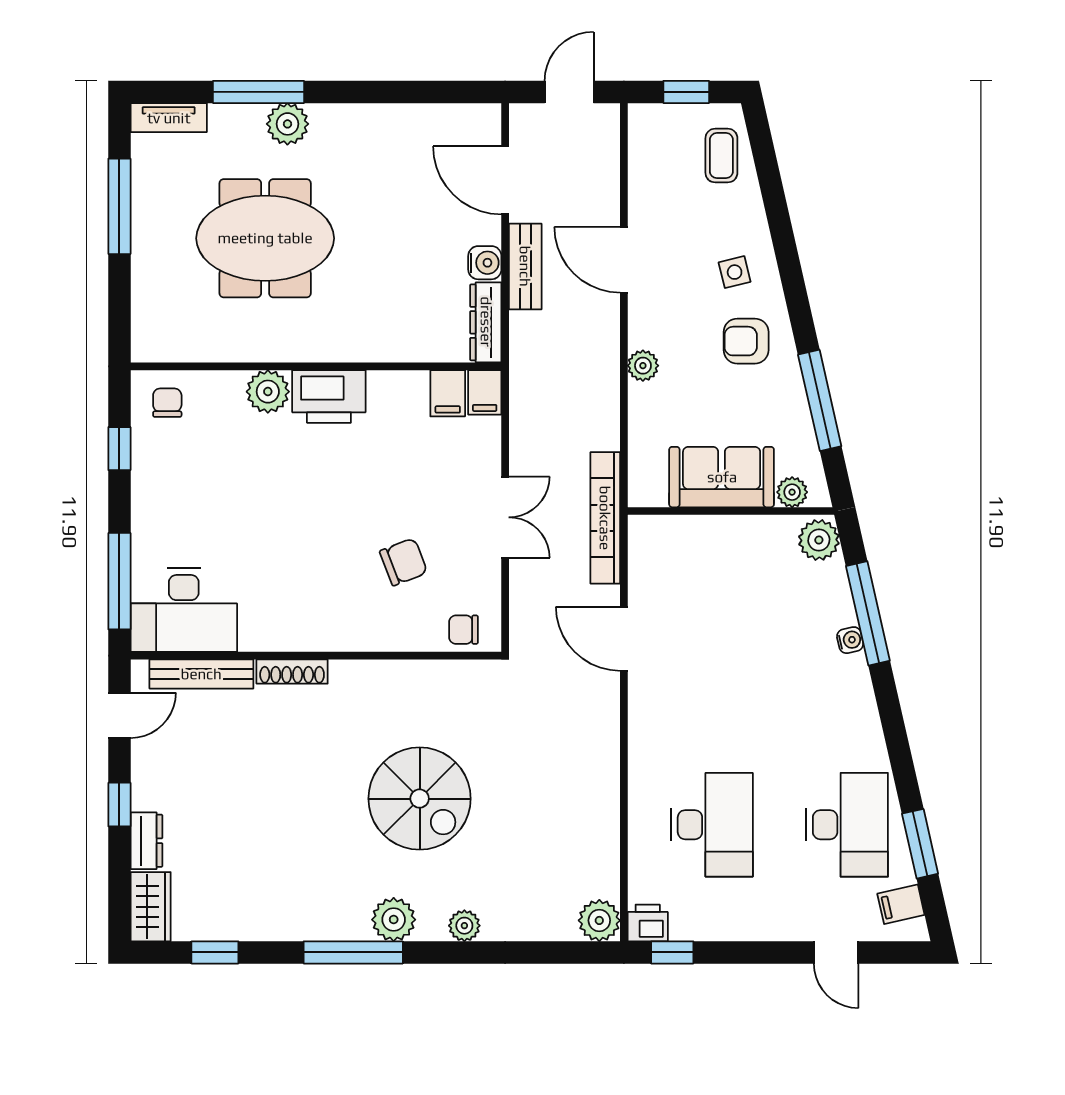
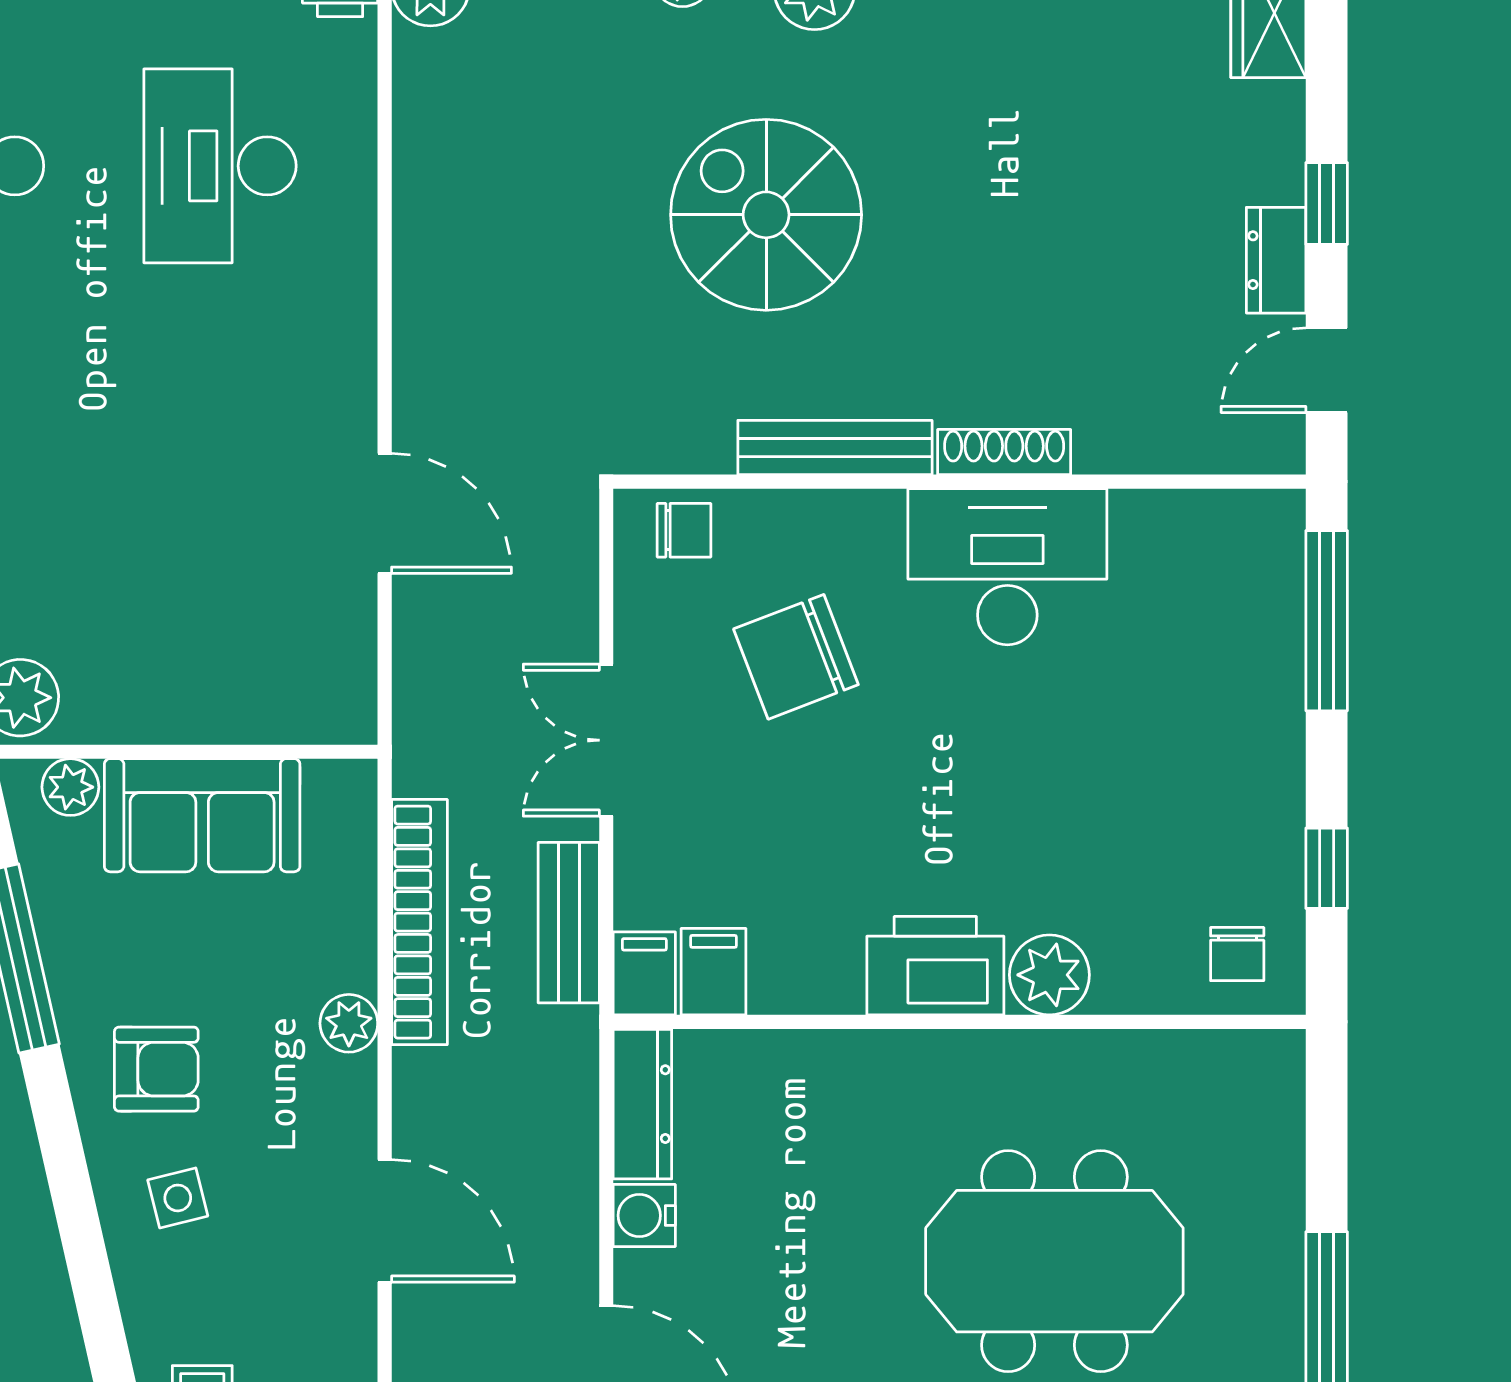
bench: (525, 266) -> (569, 923), moved
bookcase: (605, 518) -> (419, 922), moved
chair: (404, 562) -> (796, 657), width x1.37, depth x1.37
desk: (184, 610) -> (1007, 567), moved
bench: (201, 674) -> (835, 447), moved
dresser: (146, 841) -> (1276, 260), moved

